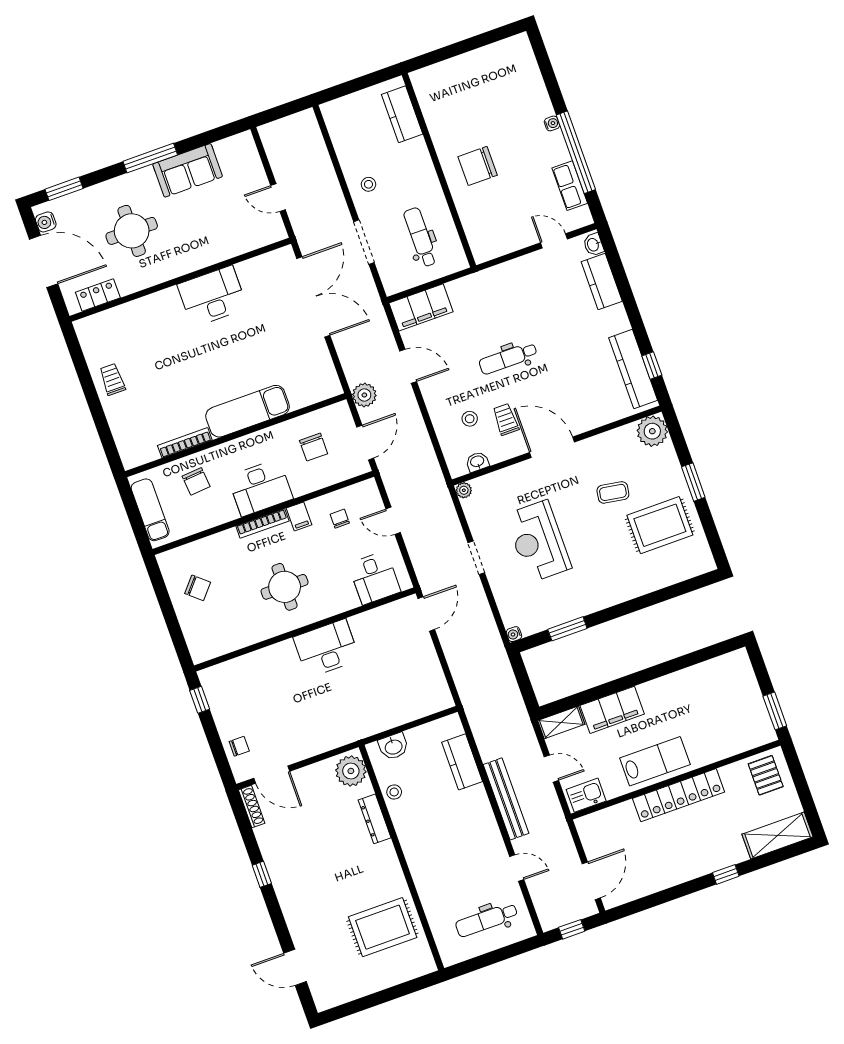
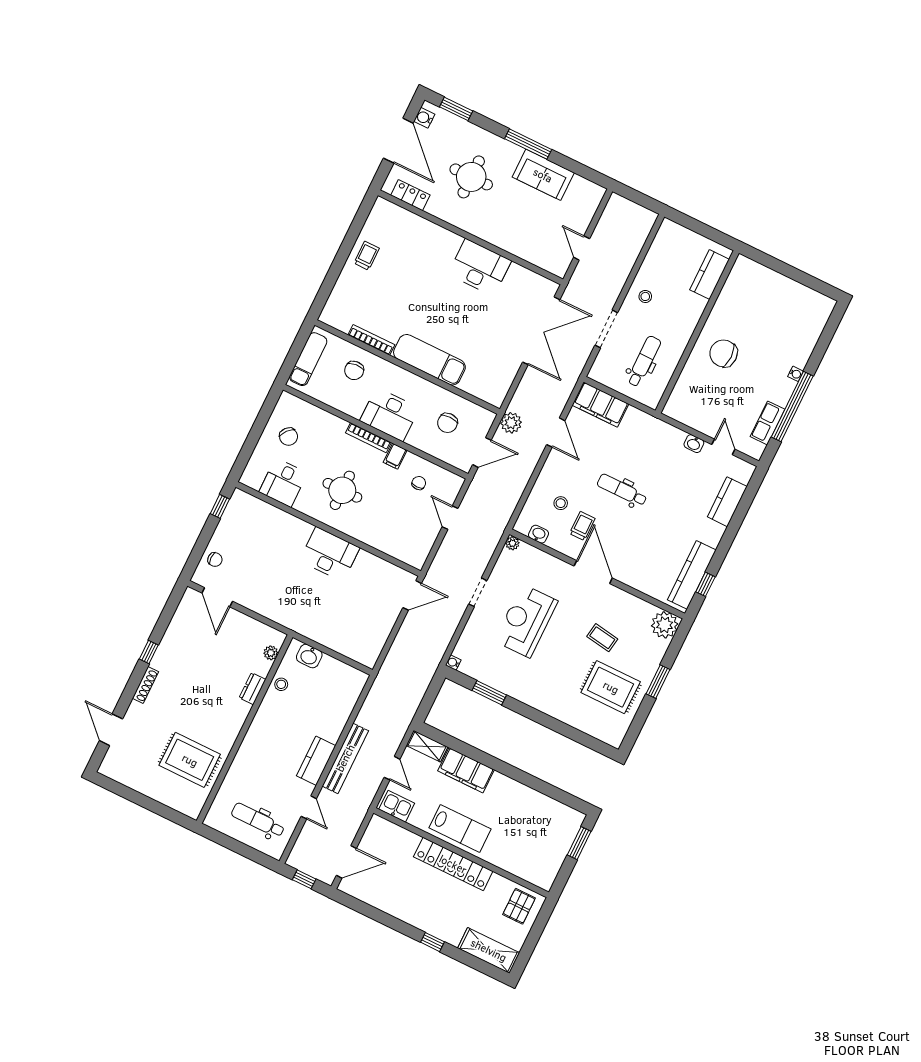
washbasin: (593, 245) -> (694, 444), moved, turned -90
desk: (374, 578) -> (283, 482), moved
window: (775, 711) -> (579, 843), moved
kitchen counter: (462, 762) -> (316, 761), moved
plant: (351, 771) -> (271, 653), width x0.53, depth x0.53
shoe rack: (252, 807) -> (145, 685), moved
dresser: (375, 819) -> (252, 689), width x0.70

